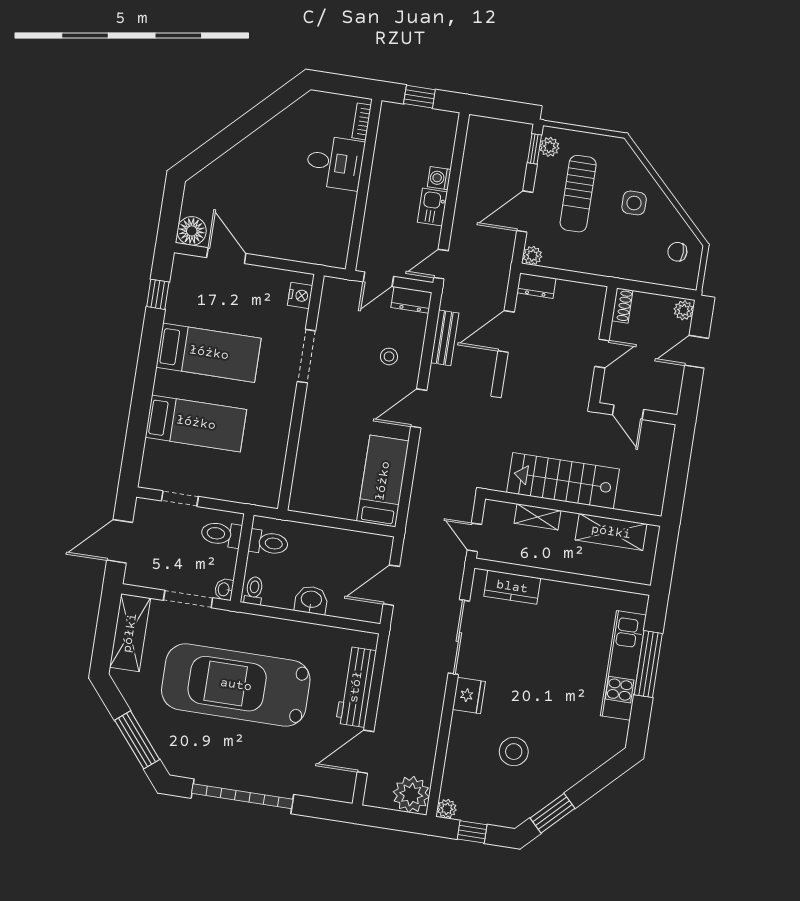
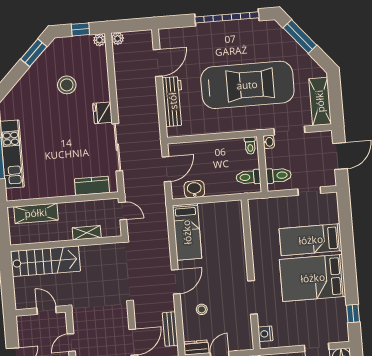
bed: (209, 353) -> (313, 278), width x1.50
stairs: (563, 481) -> (45, 261), moved
shelving: (611, 532) -> (36, 213), moved
washbasin: (311, 600) -> (194, 189), moved, turned 180
plant: (411, 794) -> (118, 39), width x0.53, depth x0.53

